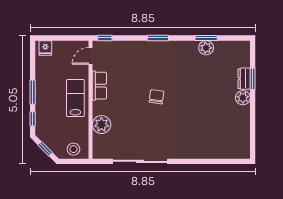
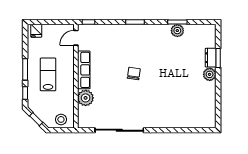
row of seats: (99, 86) -> (84, 70), width x1.48
lab bench: (75, 98) -> (48, 74), moved

